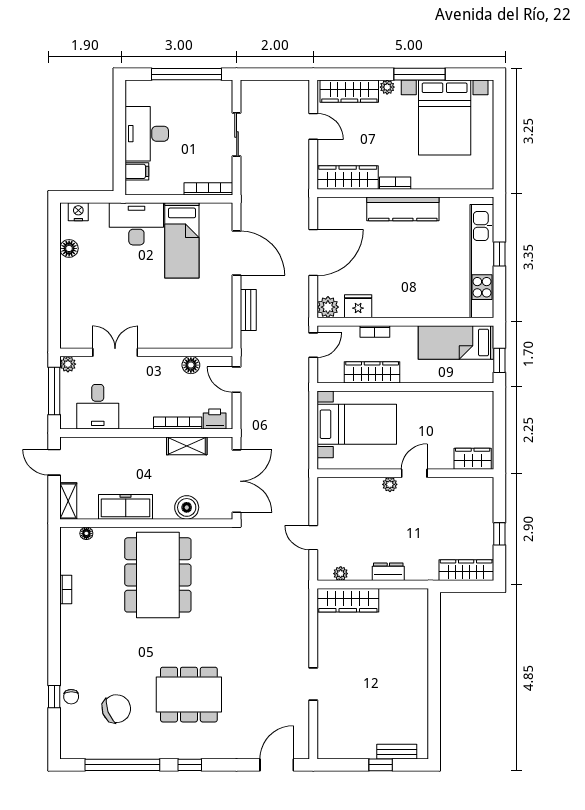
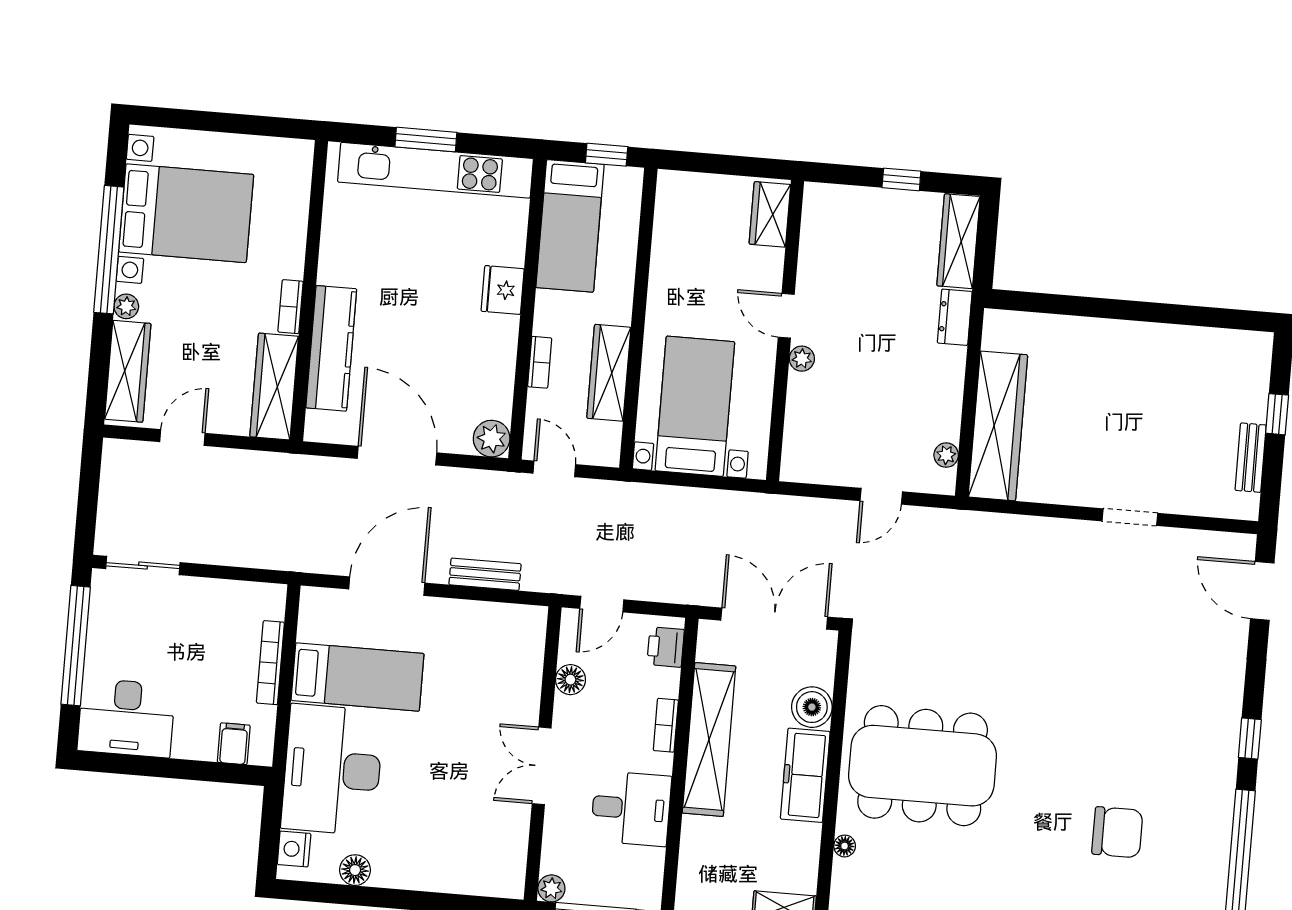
window: (419, 74) -> (109, 250), width x1.46
desk: (147, 134) -> (126, 718), moved
sliding door: (237, 135) -> (143, 566), moved
bookcase: (208, 189) -> (270, 663), moved
kitchen counter: (403, 209) -> (331, 348), moved
desk: (136, 224) -> (332, 770), width x1.36, depth x1.30
window: (499, 254) -> (426, 140), width x1.50
fridge: (358, 306) -> (503, 290), moved
double door: (115, 352) -> (542, 766), moved
desk: (98, 407) -> (631, 808), moved
bookcase: (178, 423) -> (666, 725), width x0.64
shelving: (187, 446) -> (709, 740), width x2.20, depth x1.33
freezer: (126, 507) -> (805, 775), moved
floor lamp: (86, 533) -> (845, 846), moved
dresser: (388, 572) -> (955, 317), moved
wardrobe: (348, 600) -> (998, 426), width x1.40, depth x1.17
dining table: (189, 695) -> (1130, 730), removed
chair: (116, 709) -> (1117, 832), moved, turned 111
bench: (397, 752) -> (1251, 458), moved

